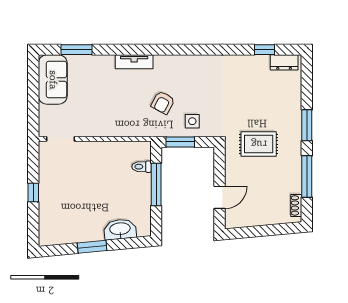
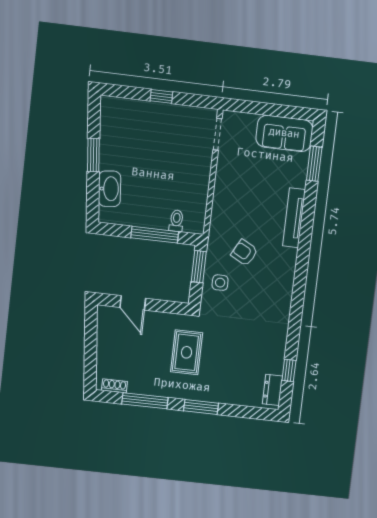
tv unit: (134, 62) -> (294, 218), width x1.41

